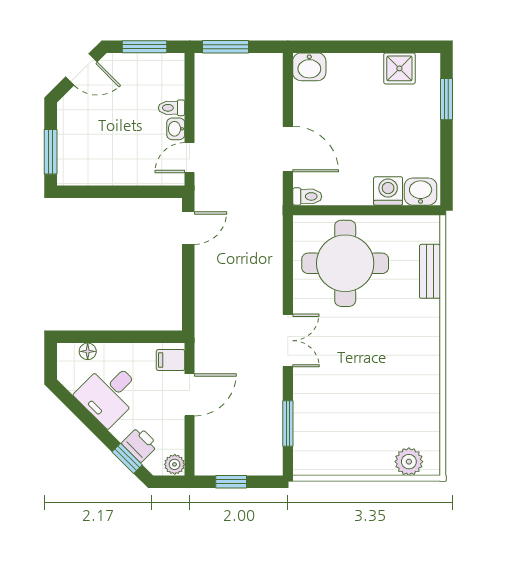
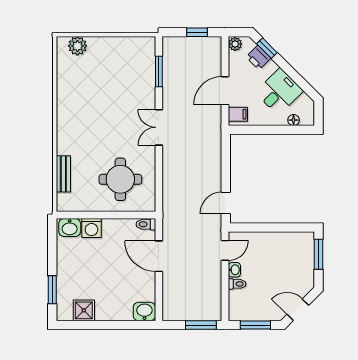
round table: (345, 263) -> (120, 179), width x0.73, depth x0.73

